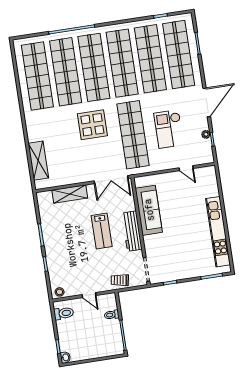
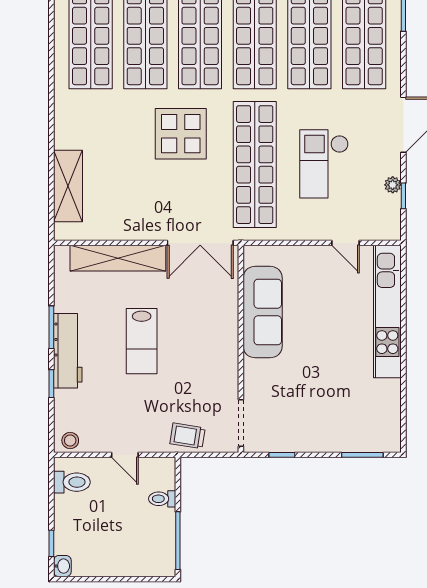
shelving: (70, 194) -> (118, 258), width x1.47
lab bench: (102, 231) -> (142, 341), moved
workbench: (132, 231) -> (68, 351), moved, turned 180
kitchen unit: (218, 232) -> (387, 312), moved

